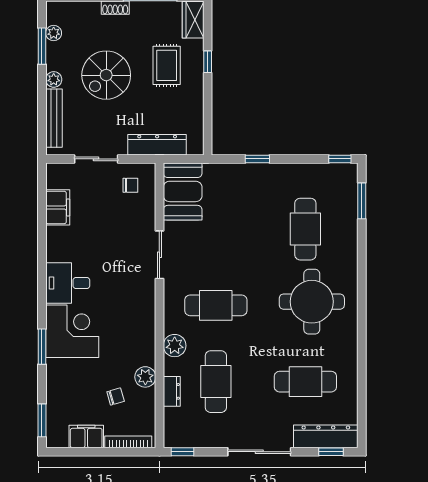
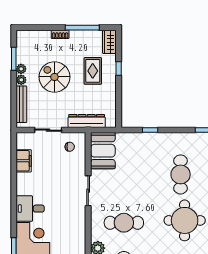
plant: (54, 33) -> (21, 69), moved
spiral stairs: (106, 75) -> (54, 77), turned 90

